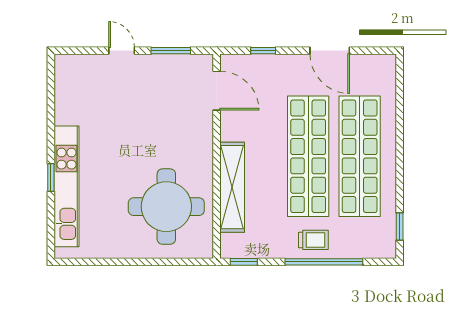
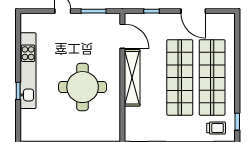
kitchen unit: (67, 186) -> (28, 71), moved
shelving: (232, 187) -> (132, 78), moved
round table: (166, 207) -> (83, 87), moved
trolley: (313, 240) -> (216, 128), moved

